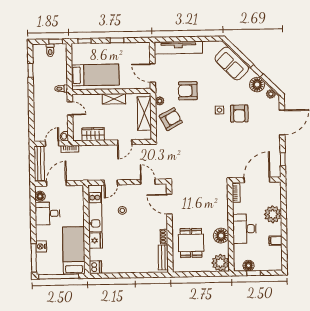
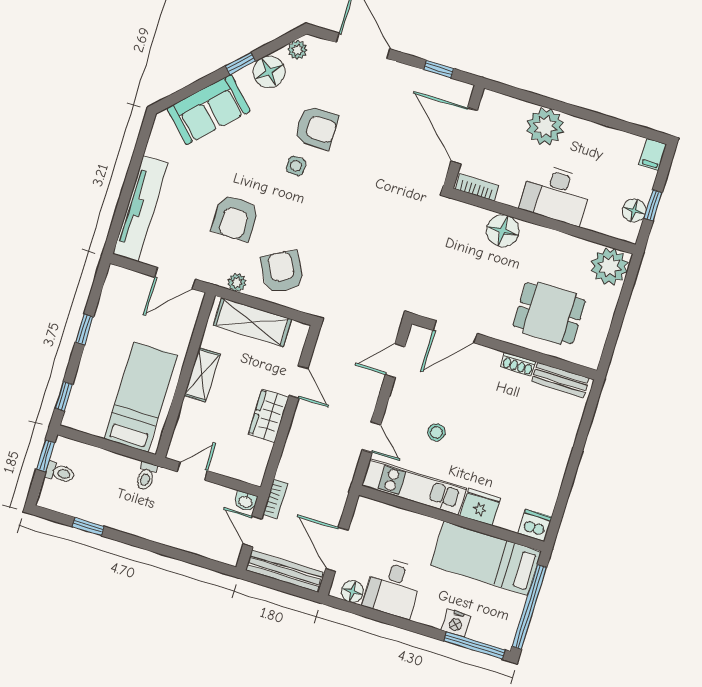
wardrobe: (93, 134) -> (268, 416), moved
floor lamp: (221, 236) -> (503, 231), moved
filing cabinet: (276, 241) -> (653, 154), moved

